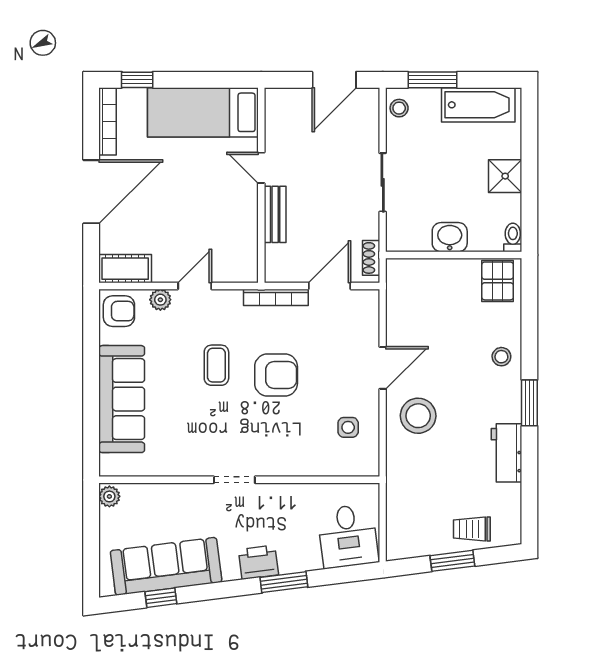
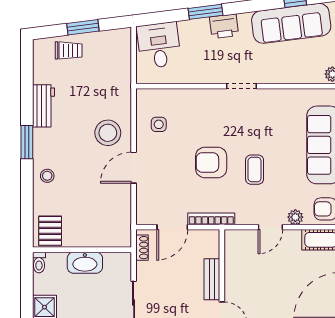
washbasin: (450, 237) -> (85, 263), width x1.38

